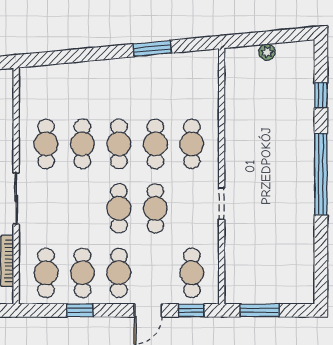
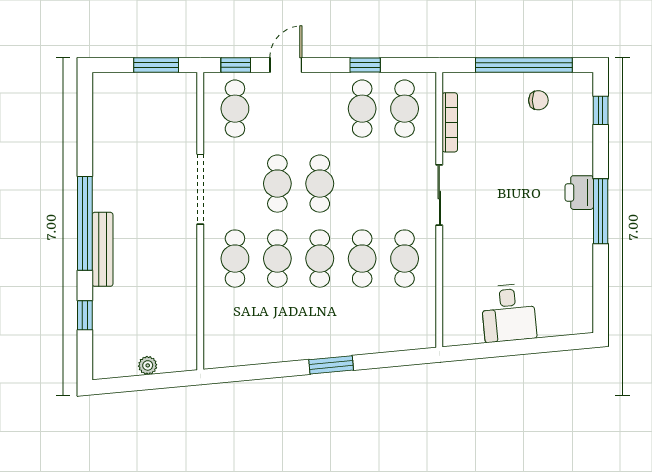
window: (152, 49) -> (331, 365), moved
bench: (306, 152) -> (102, 249), added
doorway: (222, 204) -> (200, 189), width x1.88
cafe table: (119, 273) -> (320, 109), removed

